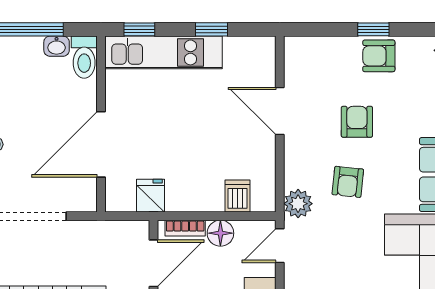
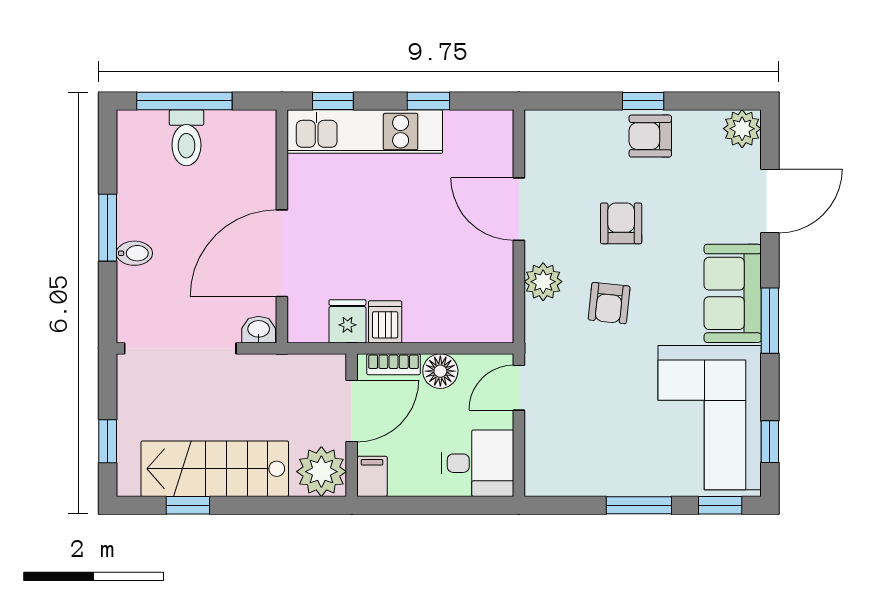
washbasin: (57, 46) -> (259, 330), moved, turned 180
toilet: (84, 57) -> (186, 138), moved
dishwasher: (237, 196) -> (385, 322), moved
plant: (298, 204) -> (543, 282), moved

